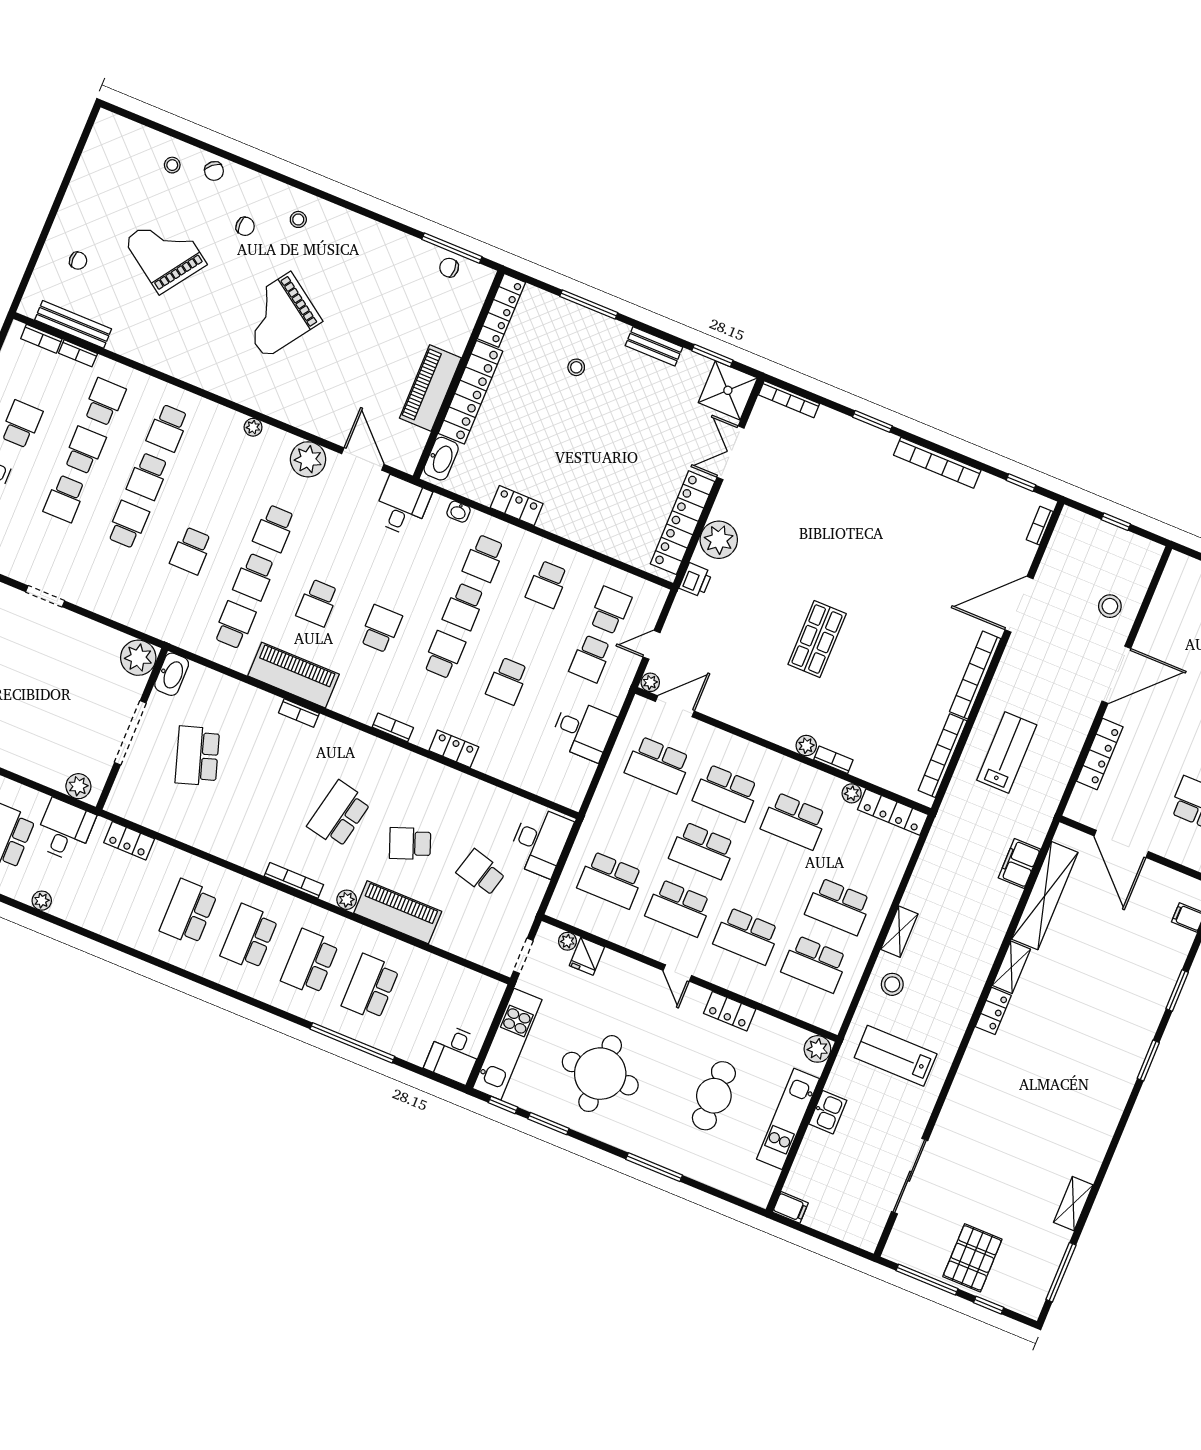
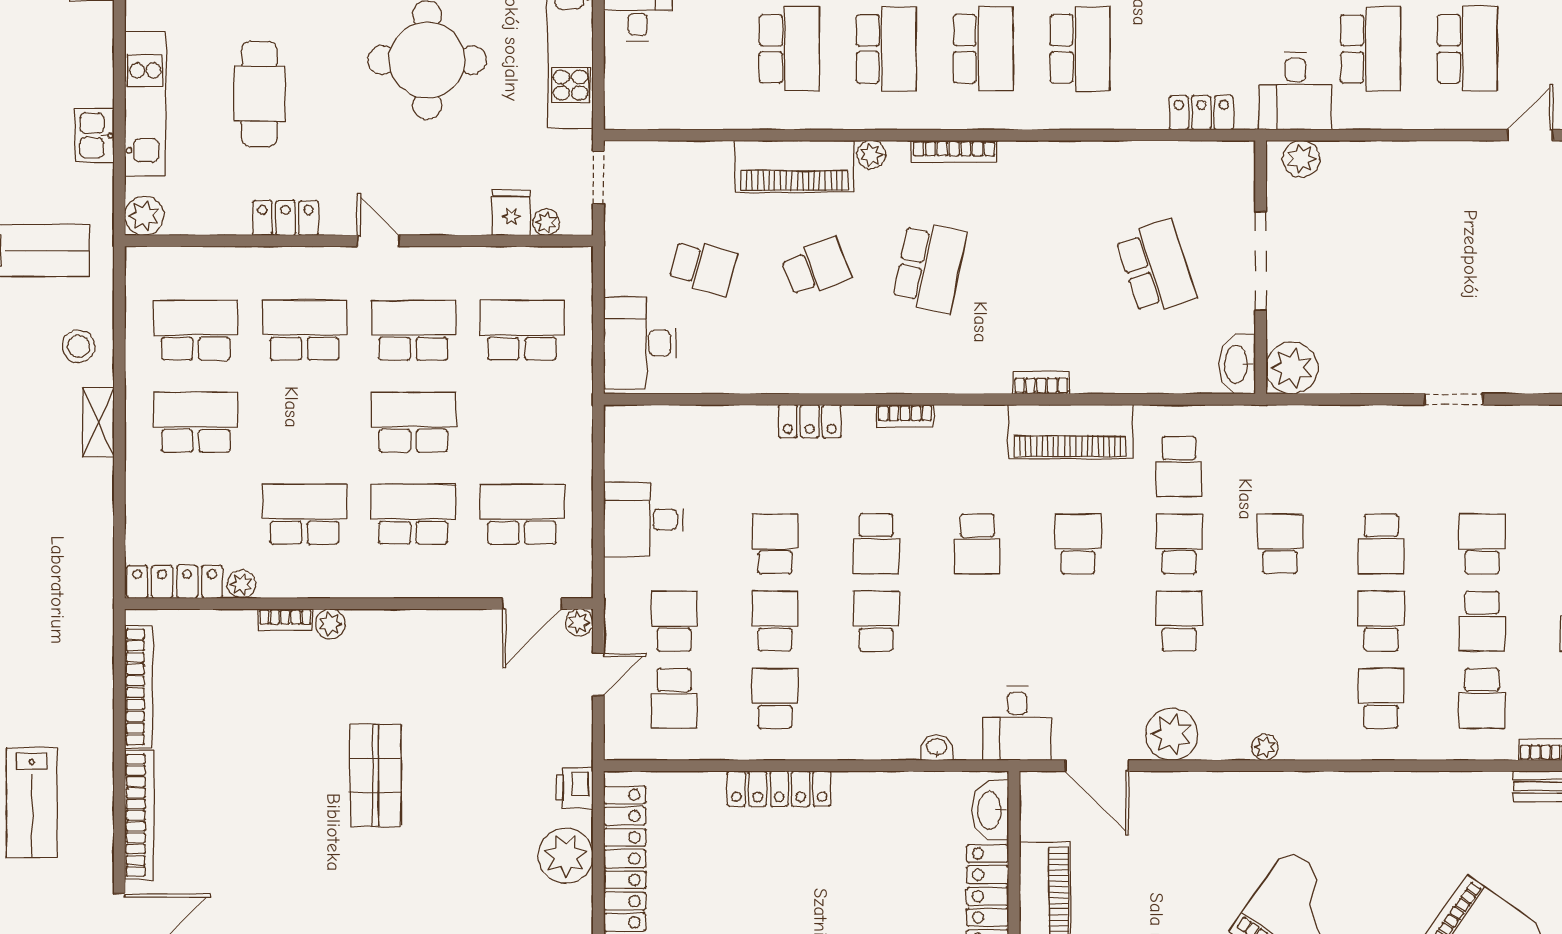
locker: (517, 506) -> (779, 789), moved, width x1.53
school desk: (484, 558) -> (775, 621), moved
lab bench: (1007, 752) -> (32, 802), moved

